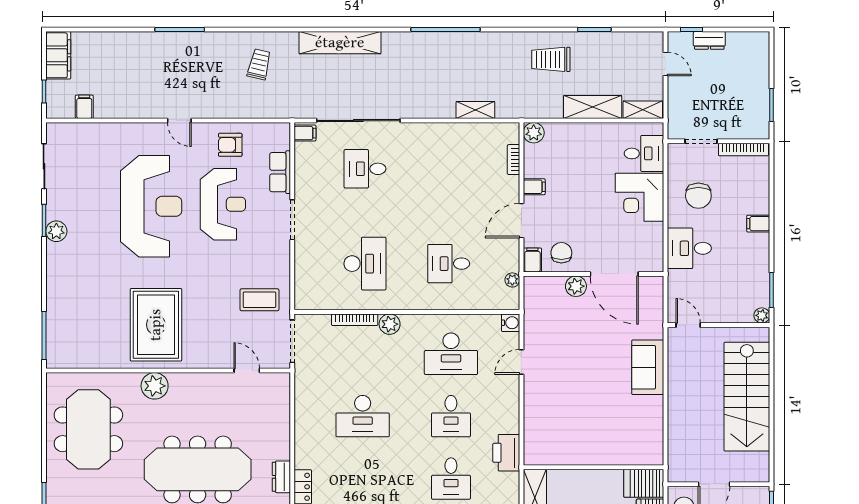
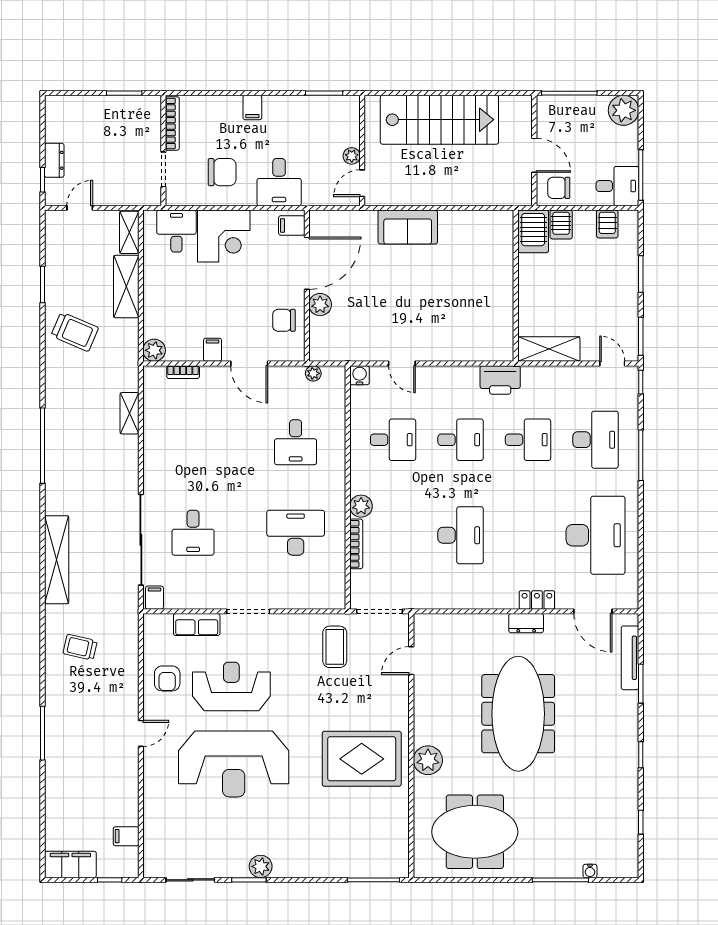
trolley: (551, 59) -> (75, 332), turned -67
reception desk: (151, 206) -> (234, 764), turned 180
filing cabinet: (532, 260) -> (292, 225), moved
plant: (762, 315) -> (352, 156), moved
desk: (451, 354) -> (393, 440), width x0.73

